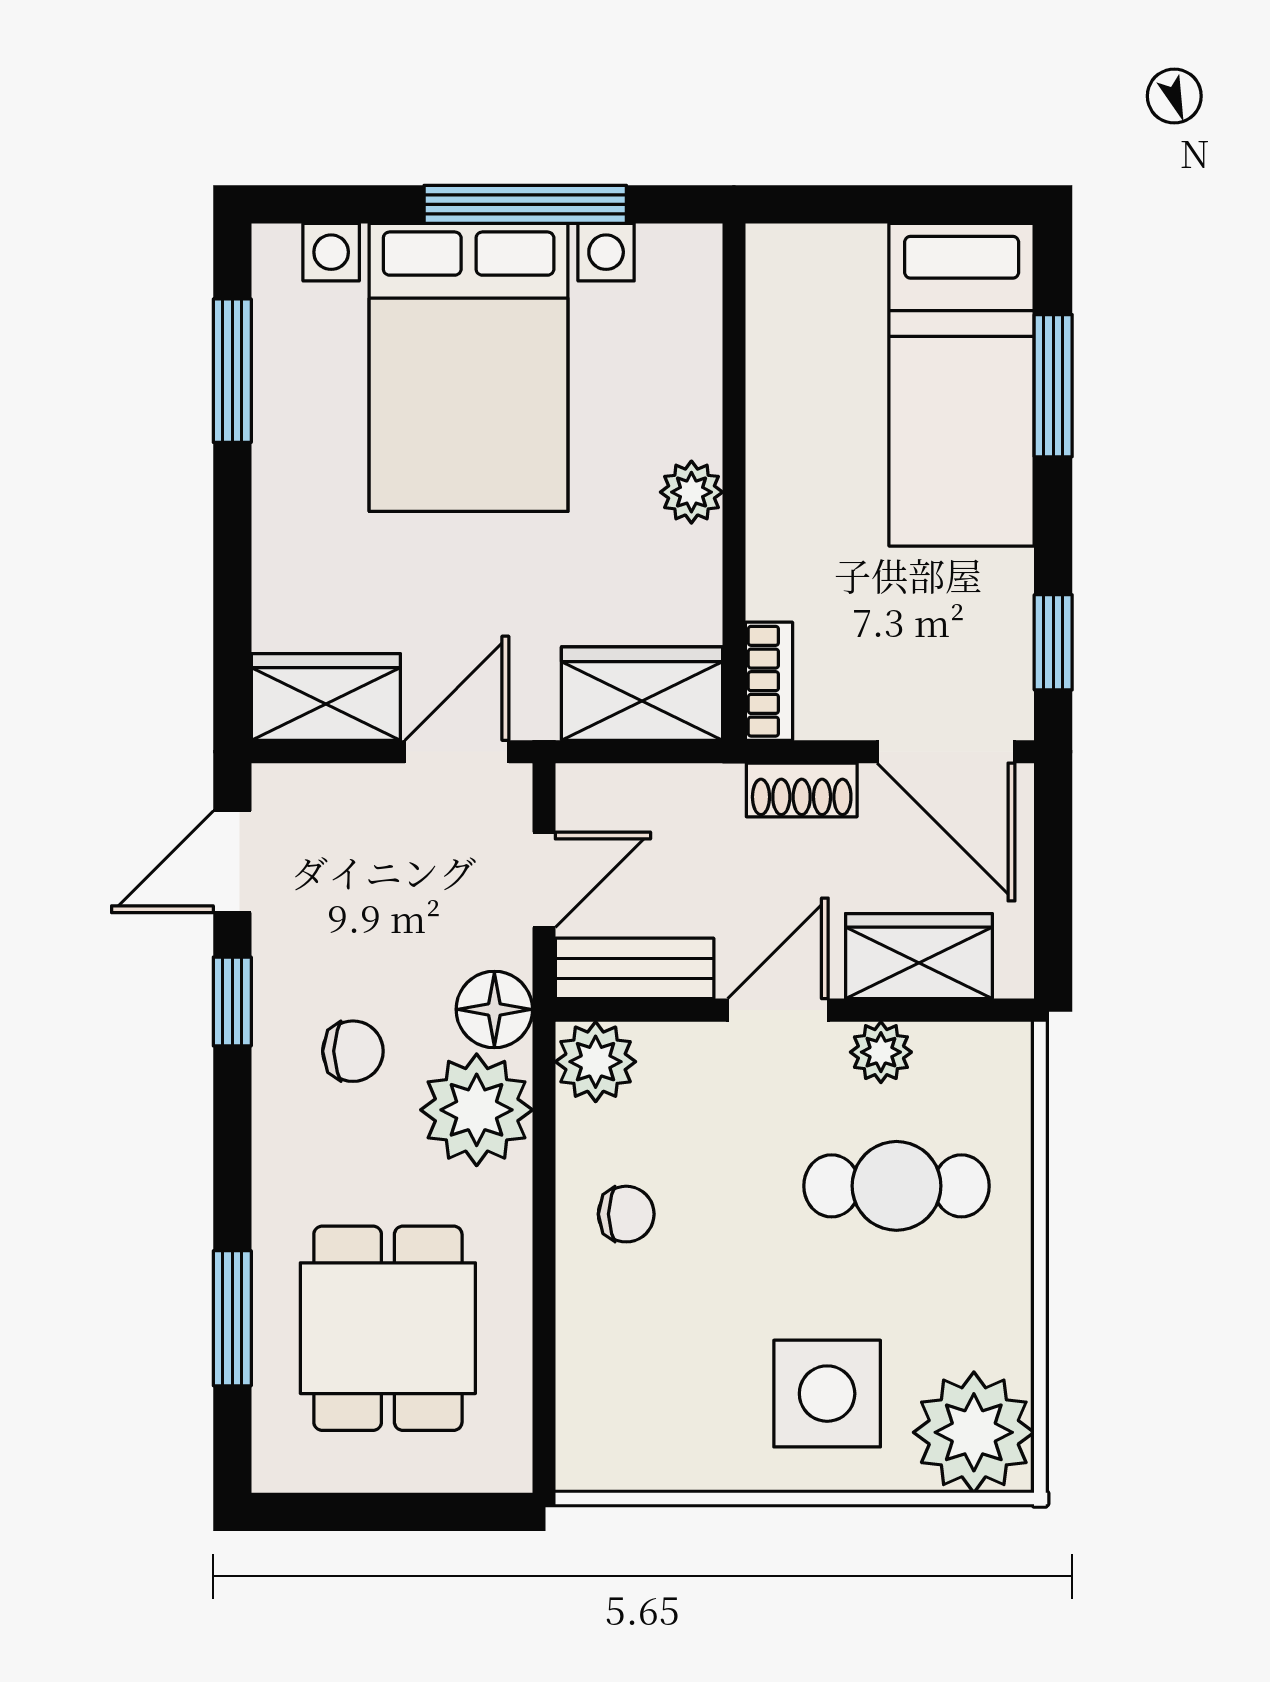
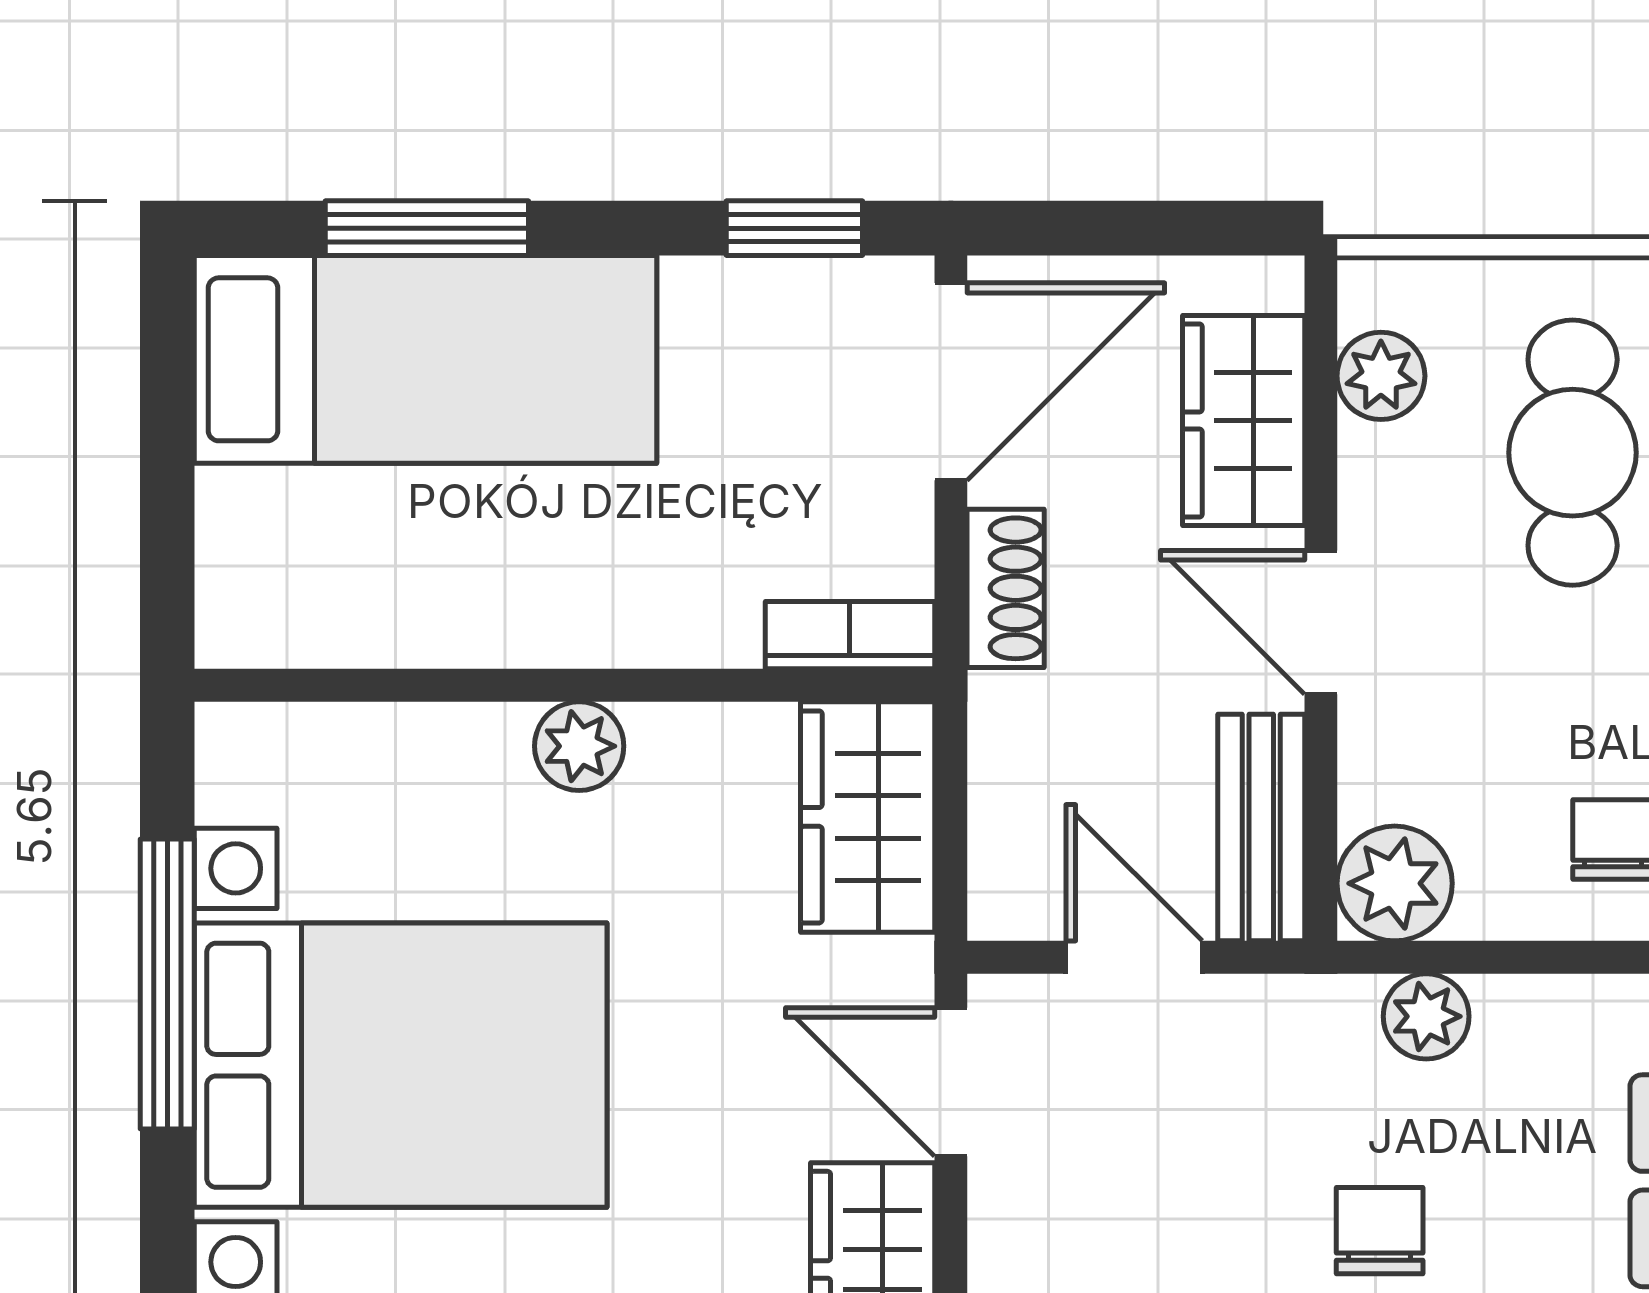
floor lamp: (494, 1009) -> (1320, 1028), removed
plant: (881, 1052) -> (1381, 376), moved
plant: (477, 1110) -> (1426, 1016), width x0.53, depth x0.53

